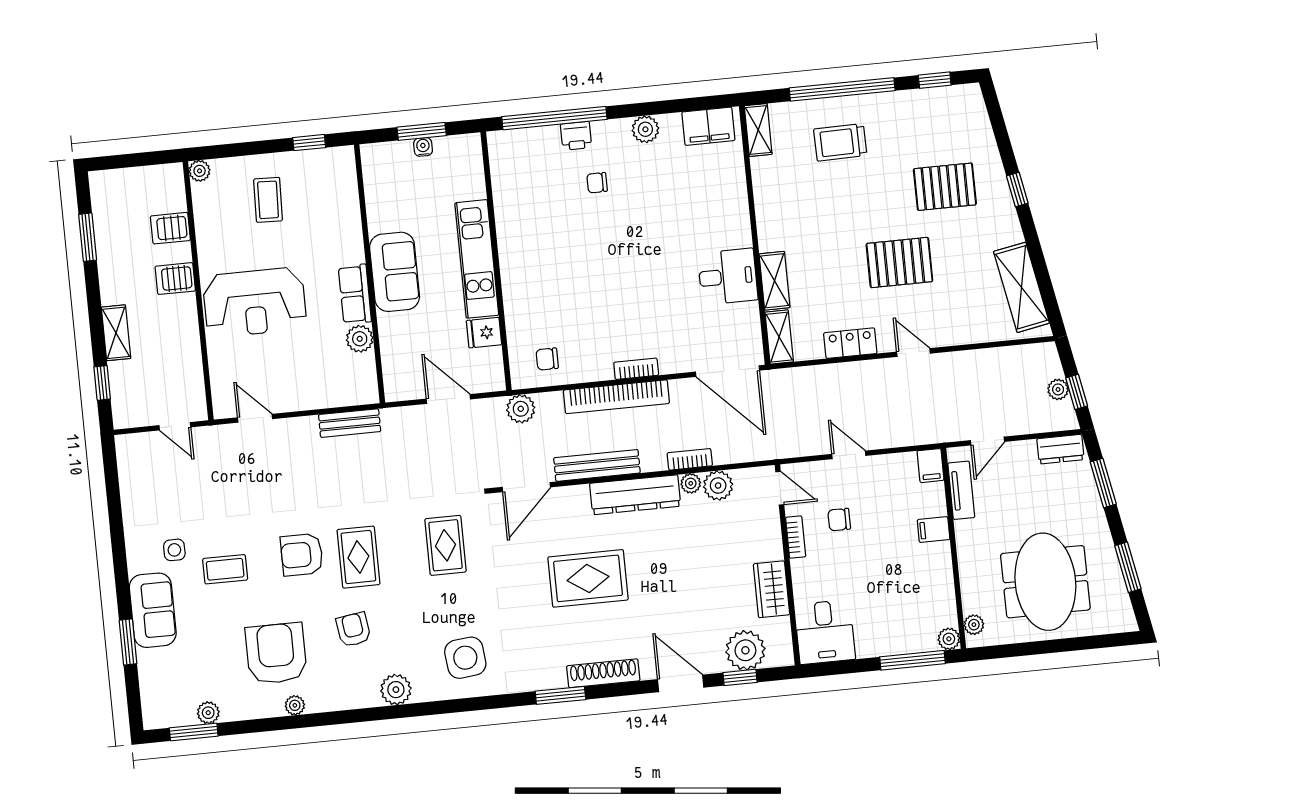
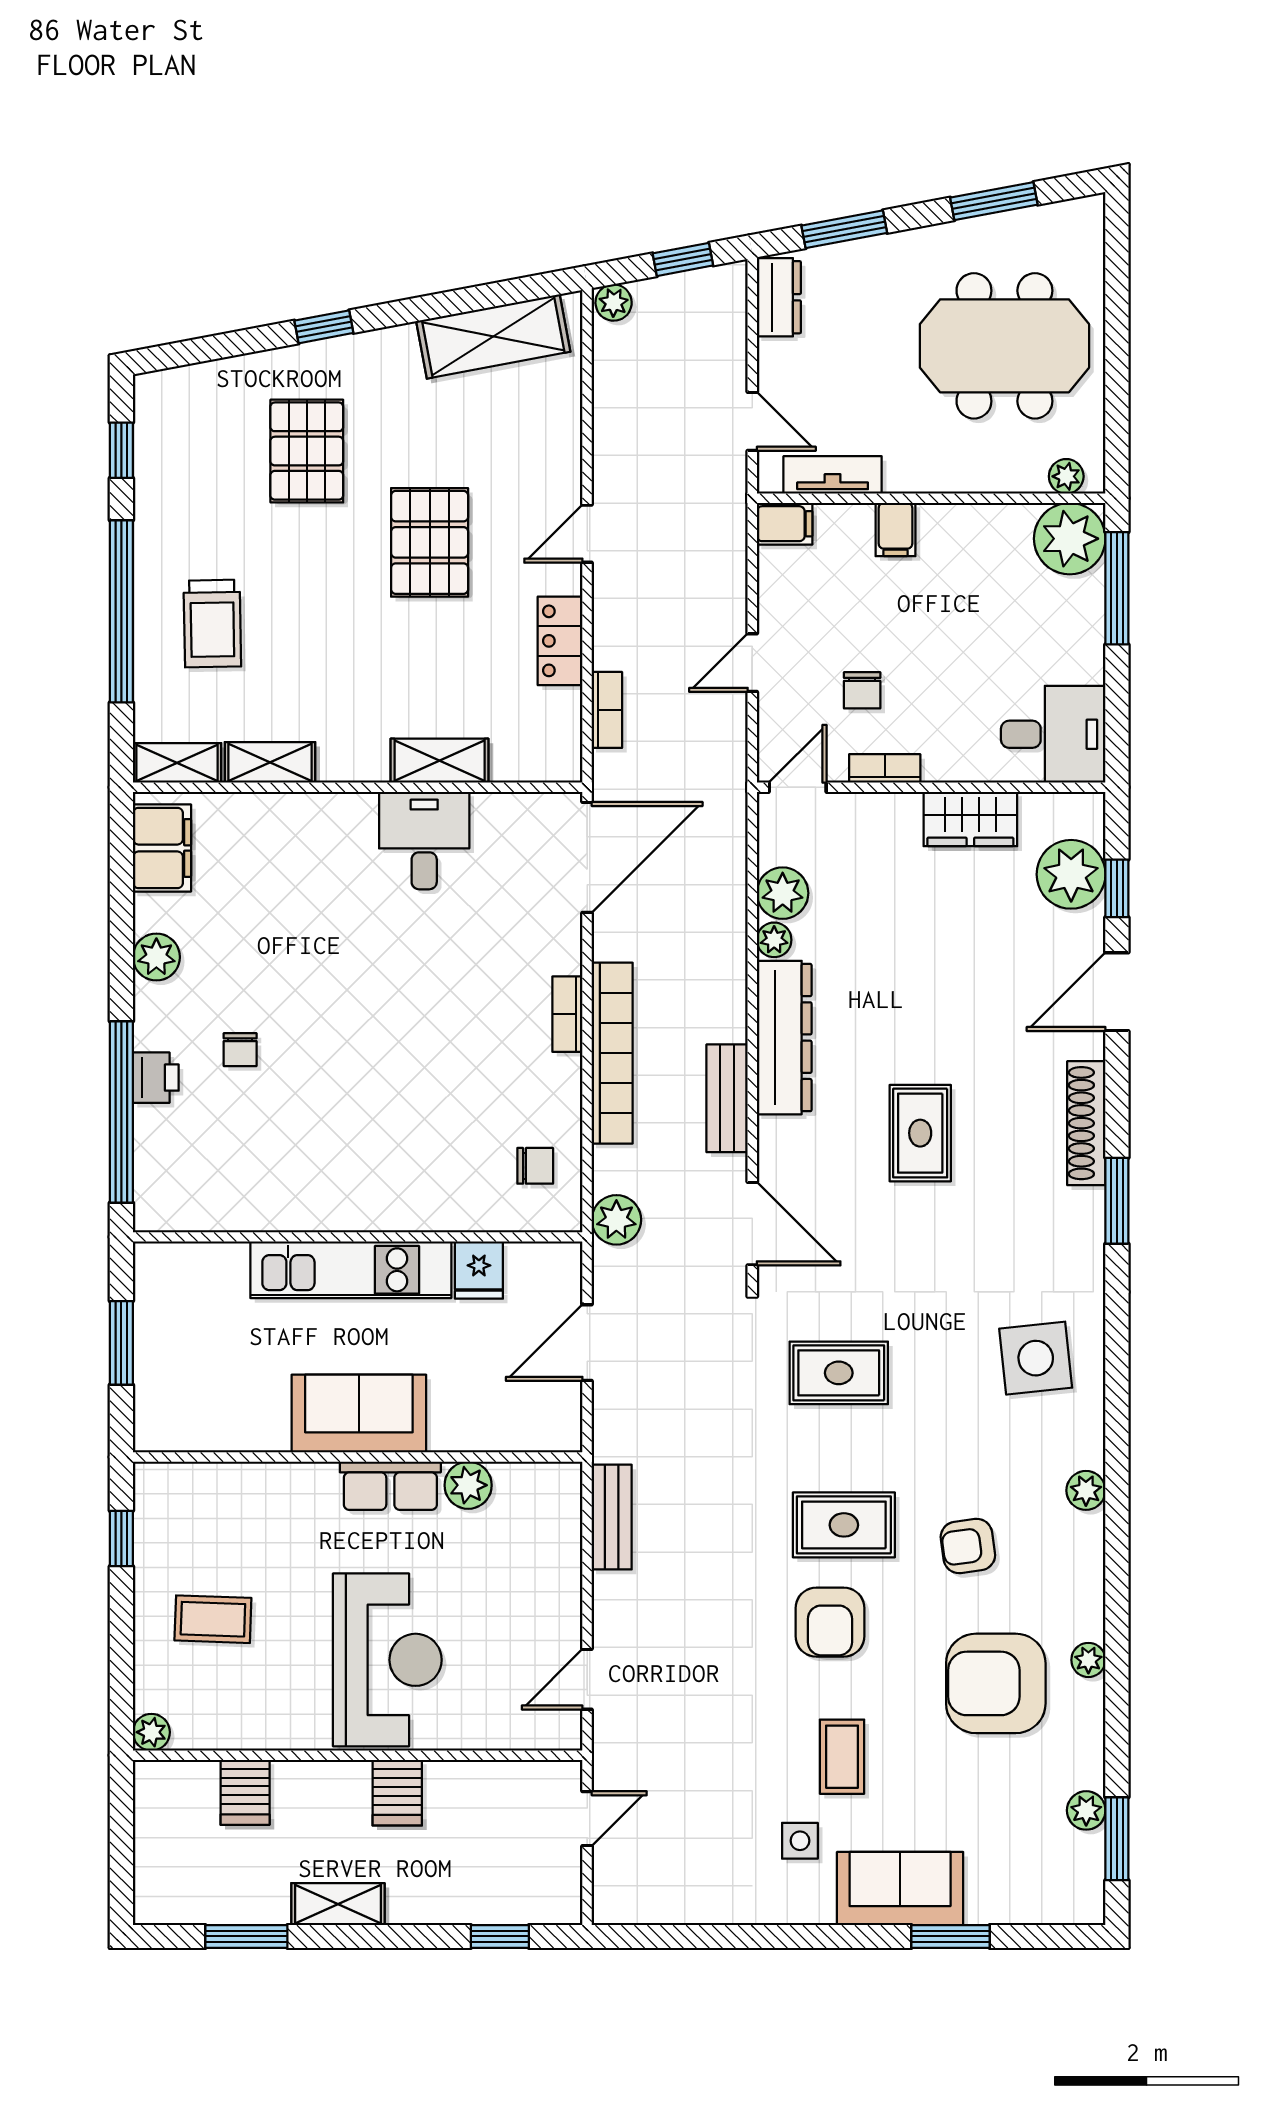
water cooler: (423, 147) -> (149, 1343), removed
server rack: (175, 279) -> (397, 1793), moved
shelving: (116, 333) -> (338, 1904), moved
shelving: (779, 337) -> (270, 762), moved
chair: (547, 359) -> (535, 1166), turned -90
plant: (1058, 389) -> (614, 303), moved
bookcase: (690, 459) -> (607, 710), moved, turned 180
bench: (597, 465) -> (727, 1098), width x0.73
rug: (588, 578) -> (920, 1133), width x0.73, depth x0.70
plant: (949, 639) -> (1070, 539), width x1.87, depth x1.87
plant: (396, 690) -> (1086, 1490), width x0.73, depth x0.73

